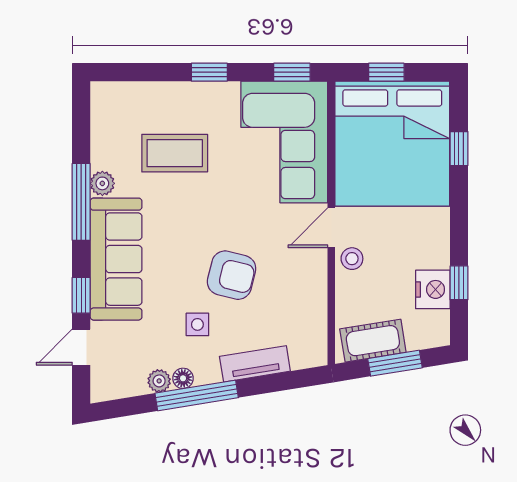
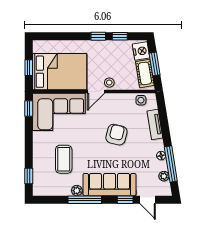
window: (209, 72) -> (29, 176), moved
bed: (392, 144) -> (60, 72), width x0.73
window: (459, 149) -> (98, 36), moved
door: (331, 228) -> (96, 92), hinge flipped
nightstand: (433, 289) -> (141, 51), moved, turned 81
side table: (197, 324) -> (141, 100), moved
plant: (159, 381) -> (164, 176), moved
window: (197, 395) -> (171, 164), moved

